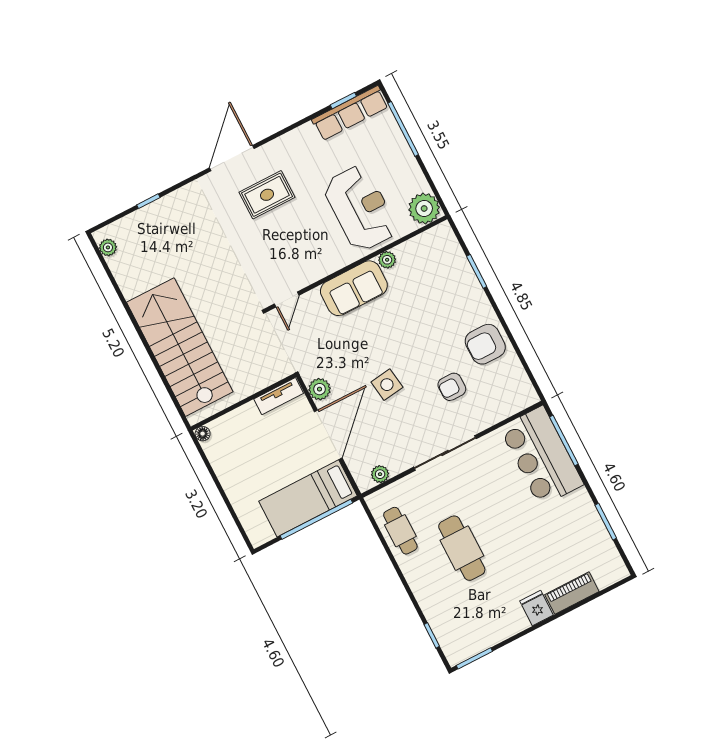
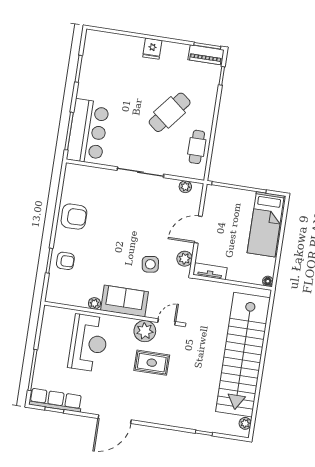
door: (232, 158) -> (115, 419), moved
rug: (267, 195) -> (152, 363), moved
reception desk: (360, 208) -> (89, 343), turned 180
plant: (424, 208) -> (145, 331), moved
stairs: (180, 347) -> (243, 355), width x1.36
side table: (387, 385) -> (150, 264), moved
armchair: (452, 387) -> (65, 261), moved
door: (328, 435) -> (198, 230), width x0.73
bed: (308, 498) -> (266, 224), moved, turned 90
cafe table: (462, 548) -> (170, 112), turned 39
piano: (572, 593) -> (206, 55), moved

